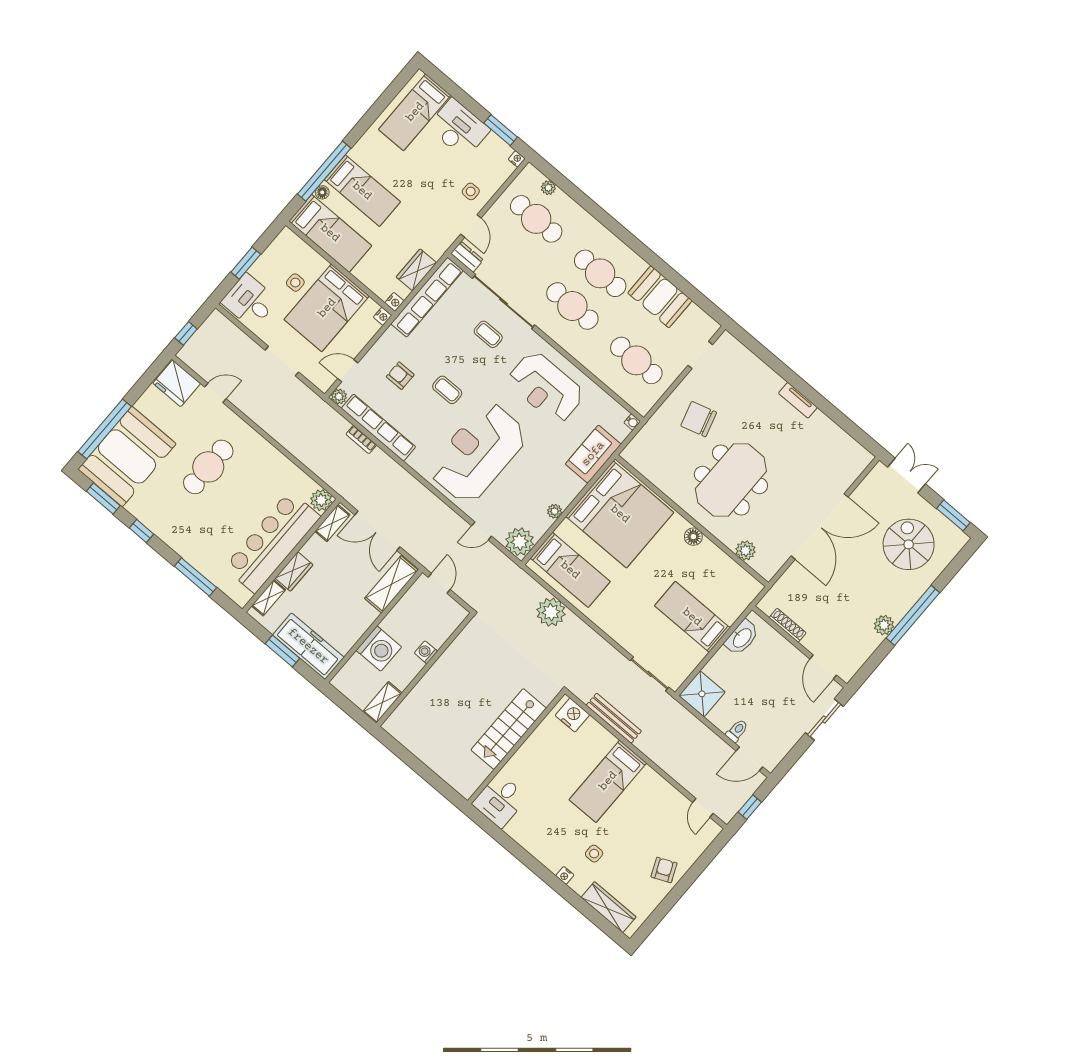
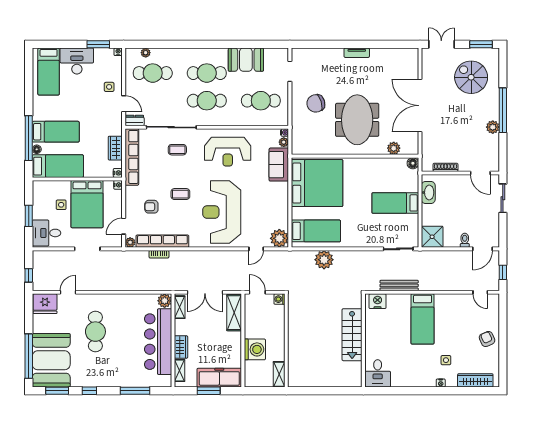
plant: (555, 511) -> (284, 142), moved
double door: (820, 526) -> (420, 106), swing flipped
floor lamp: (693, 537) -> (413, 163), moved
washing machine: (426, 652) -> (279, 299), moved

